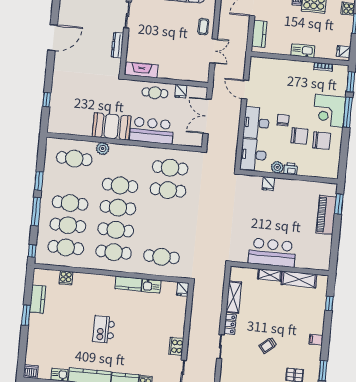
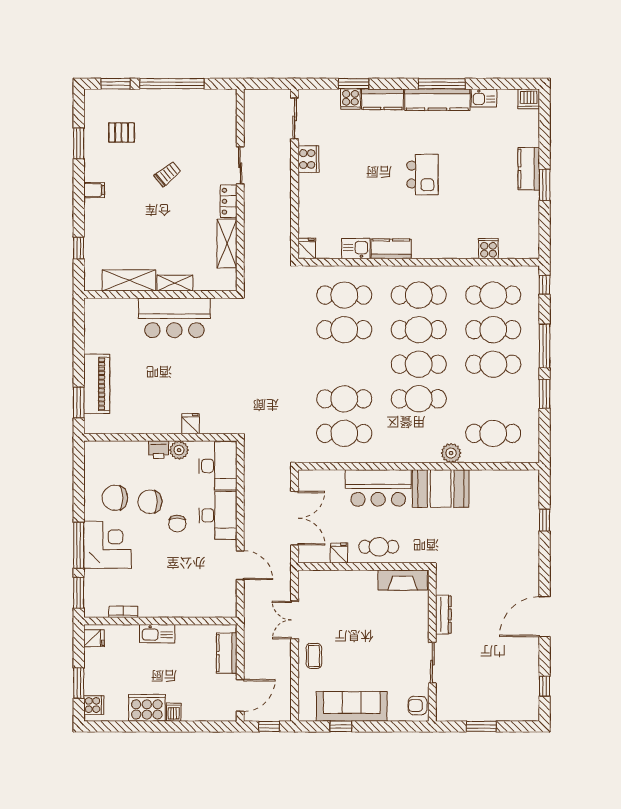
cafe table: (164, 234) -> (344, 330), added
kitchen counter: (38, 299) -> (529, 169), moved

